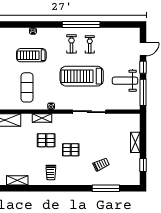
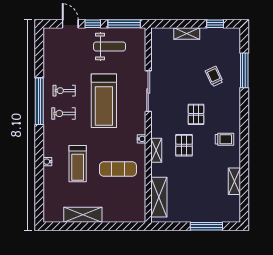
weight bench: (125, 81) -> (110, 46), turned -90

